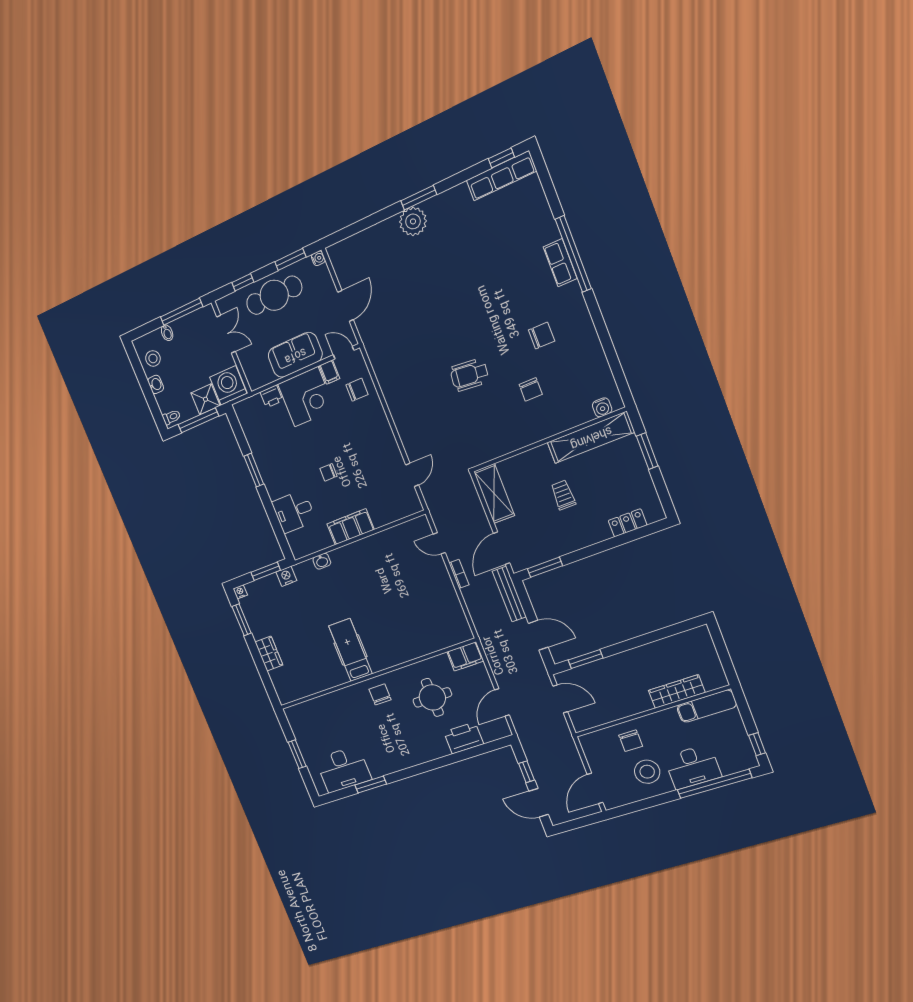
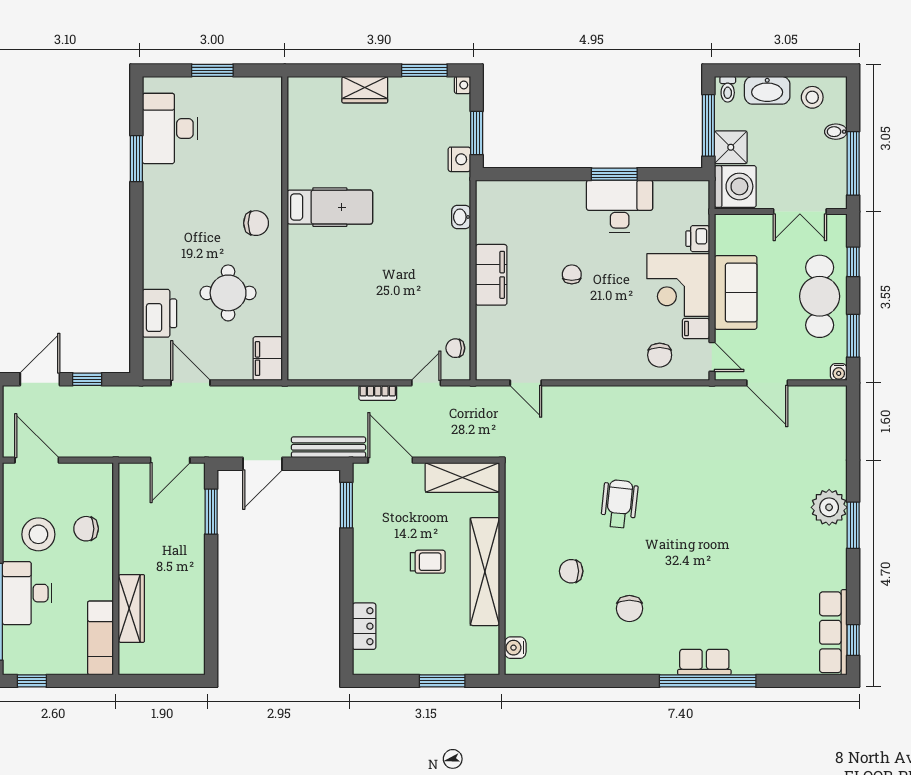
door: (344, 353) -> (712, 357), hinge flipped
washbasin: (156, 384) -> (767, 90), width x1.91, depth x1.45
shelving: (591, 437) -> (485, 572), moved
desk: (294, 512) -> (620, 206), moved, width x1.37
chair: (408, 532) -> (455, 348), added

